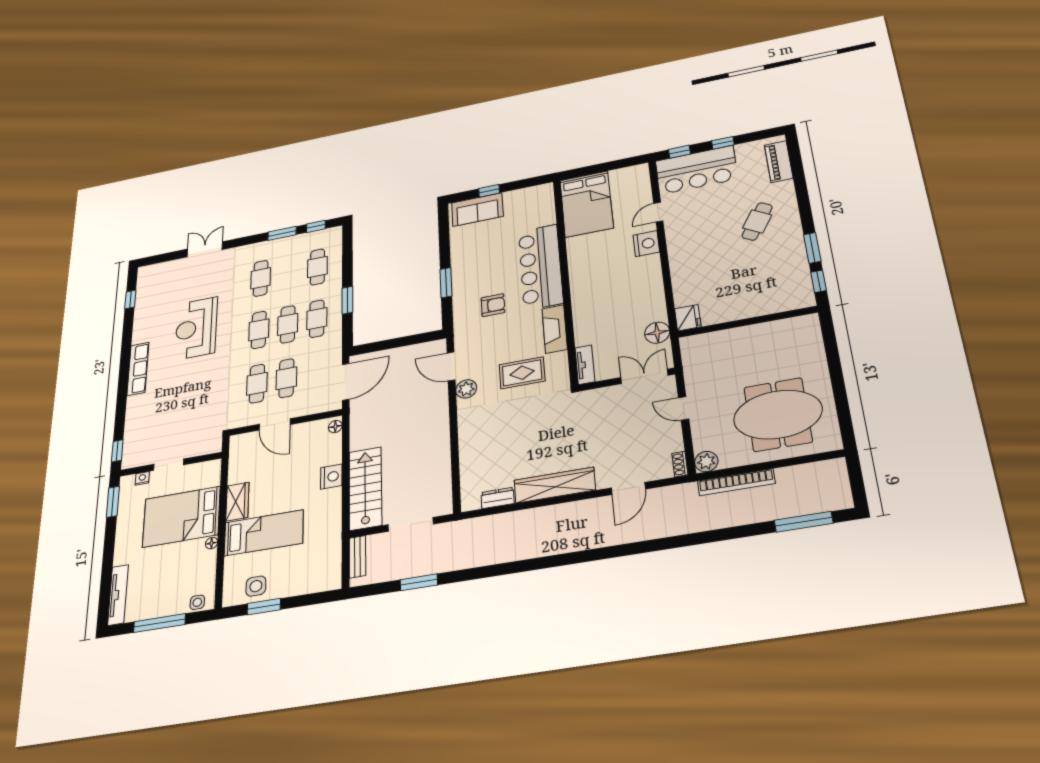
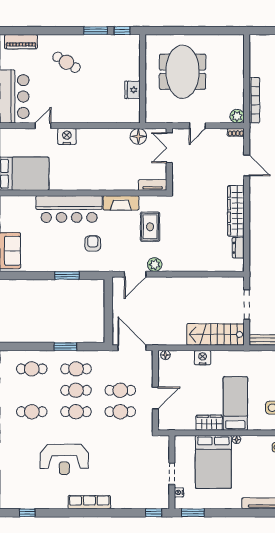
door: (658, 212) -> (43, 126), swing flipped
fridge: (688, 318) -> (133, 90), moved, turned -90
meeting table: (778, 415) -> (183, 72), moved

